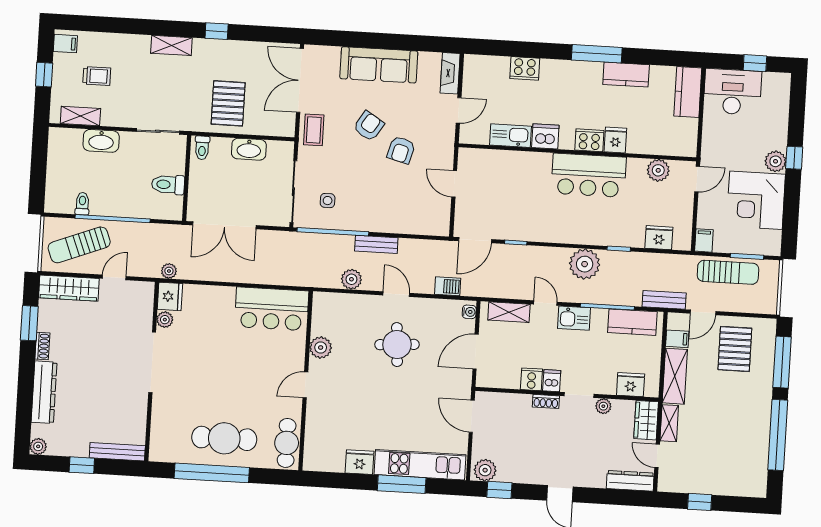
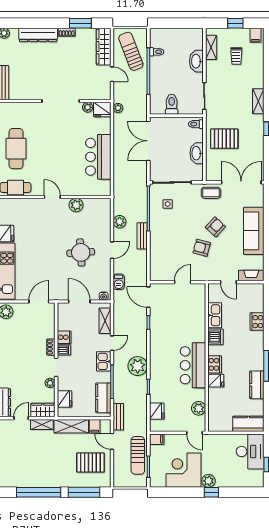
armchair: (369, 126) -> (215, 227), turned -79
bar counter: (272, 309) -> (98, 157), moved

